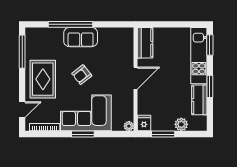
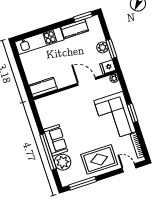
plant: (53, 37) -> (63, 162), added
window: (210, 45) -> (28, 35), removed
armchair: (82, 75) -> (85, 129), removed
door: (136, 78) -> (87, 81), moved
window: (210, 86) -> (83, 17), moved
plant: (181, 124) -> (102, 47), moved

